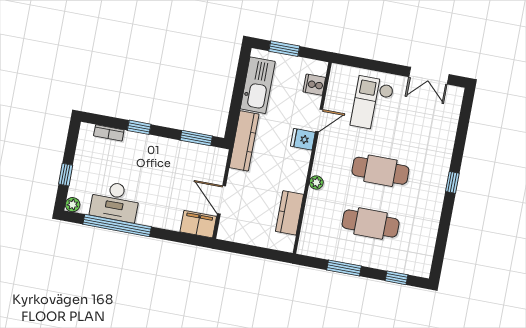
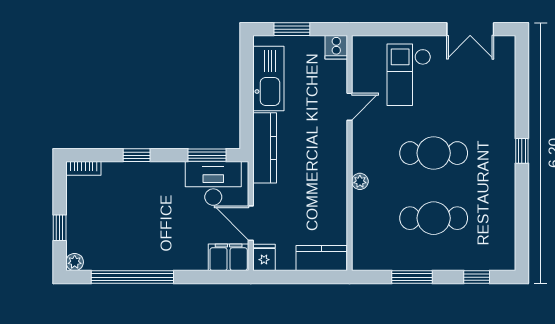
cooker: (314, 85) -> (336, 47), moved, turned -90
bookcase: (109, 133) -> (83, 168), moved
fridge: (303, 139) -> (264, 257), moved, turned 90
desk: (115, 201) -> (213, 183), moved, turned 180
kitchen counter: (290, 213) -> (321, 258), moved, turned 90

